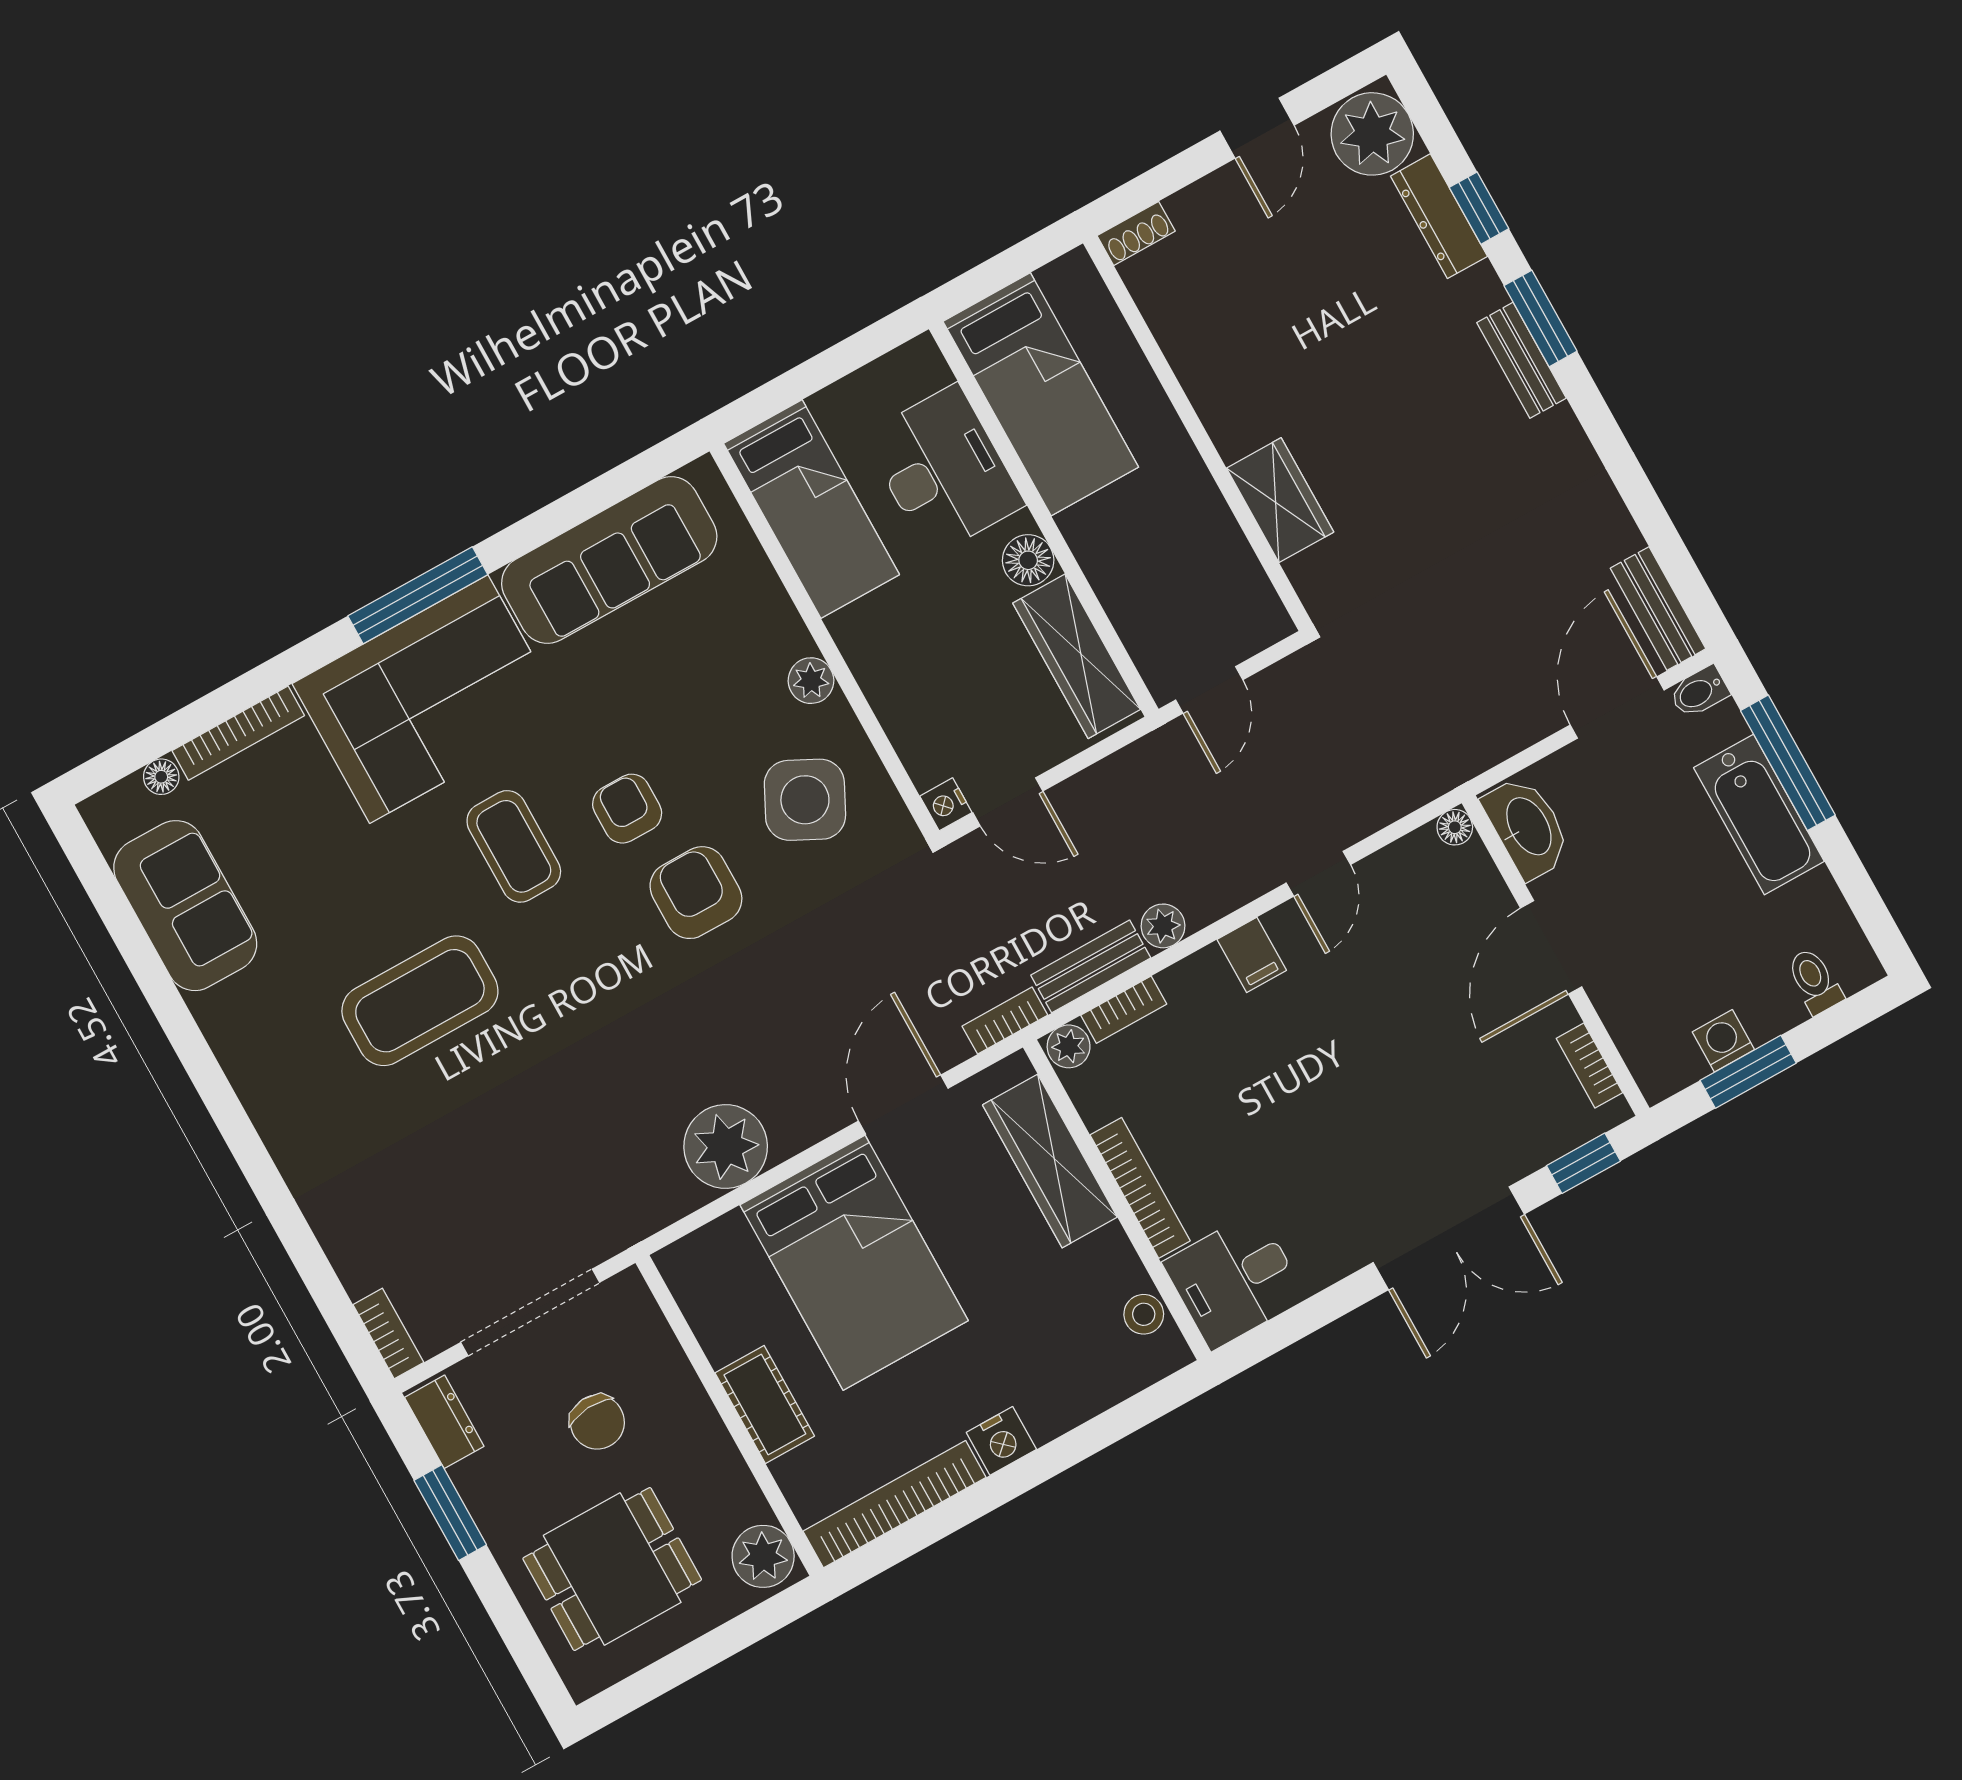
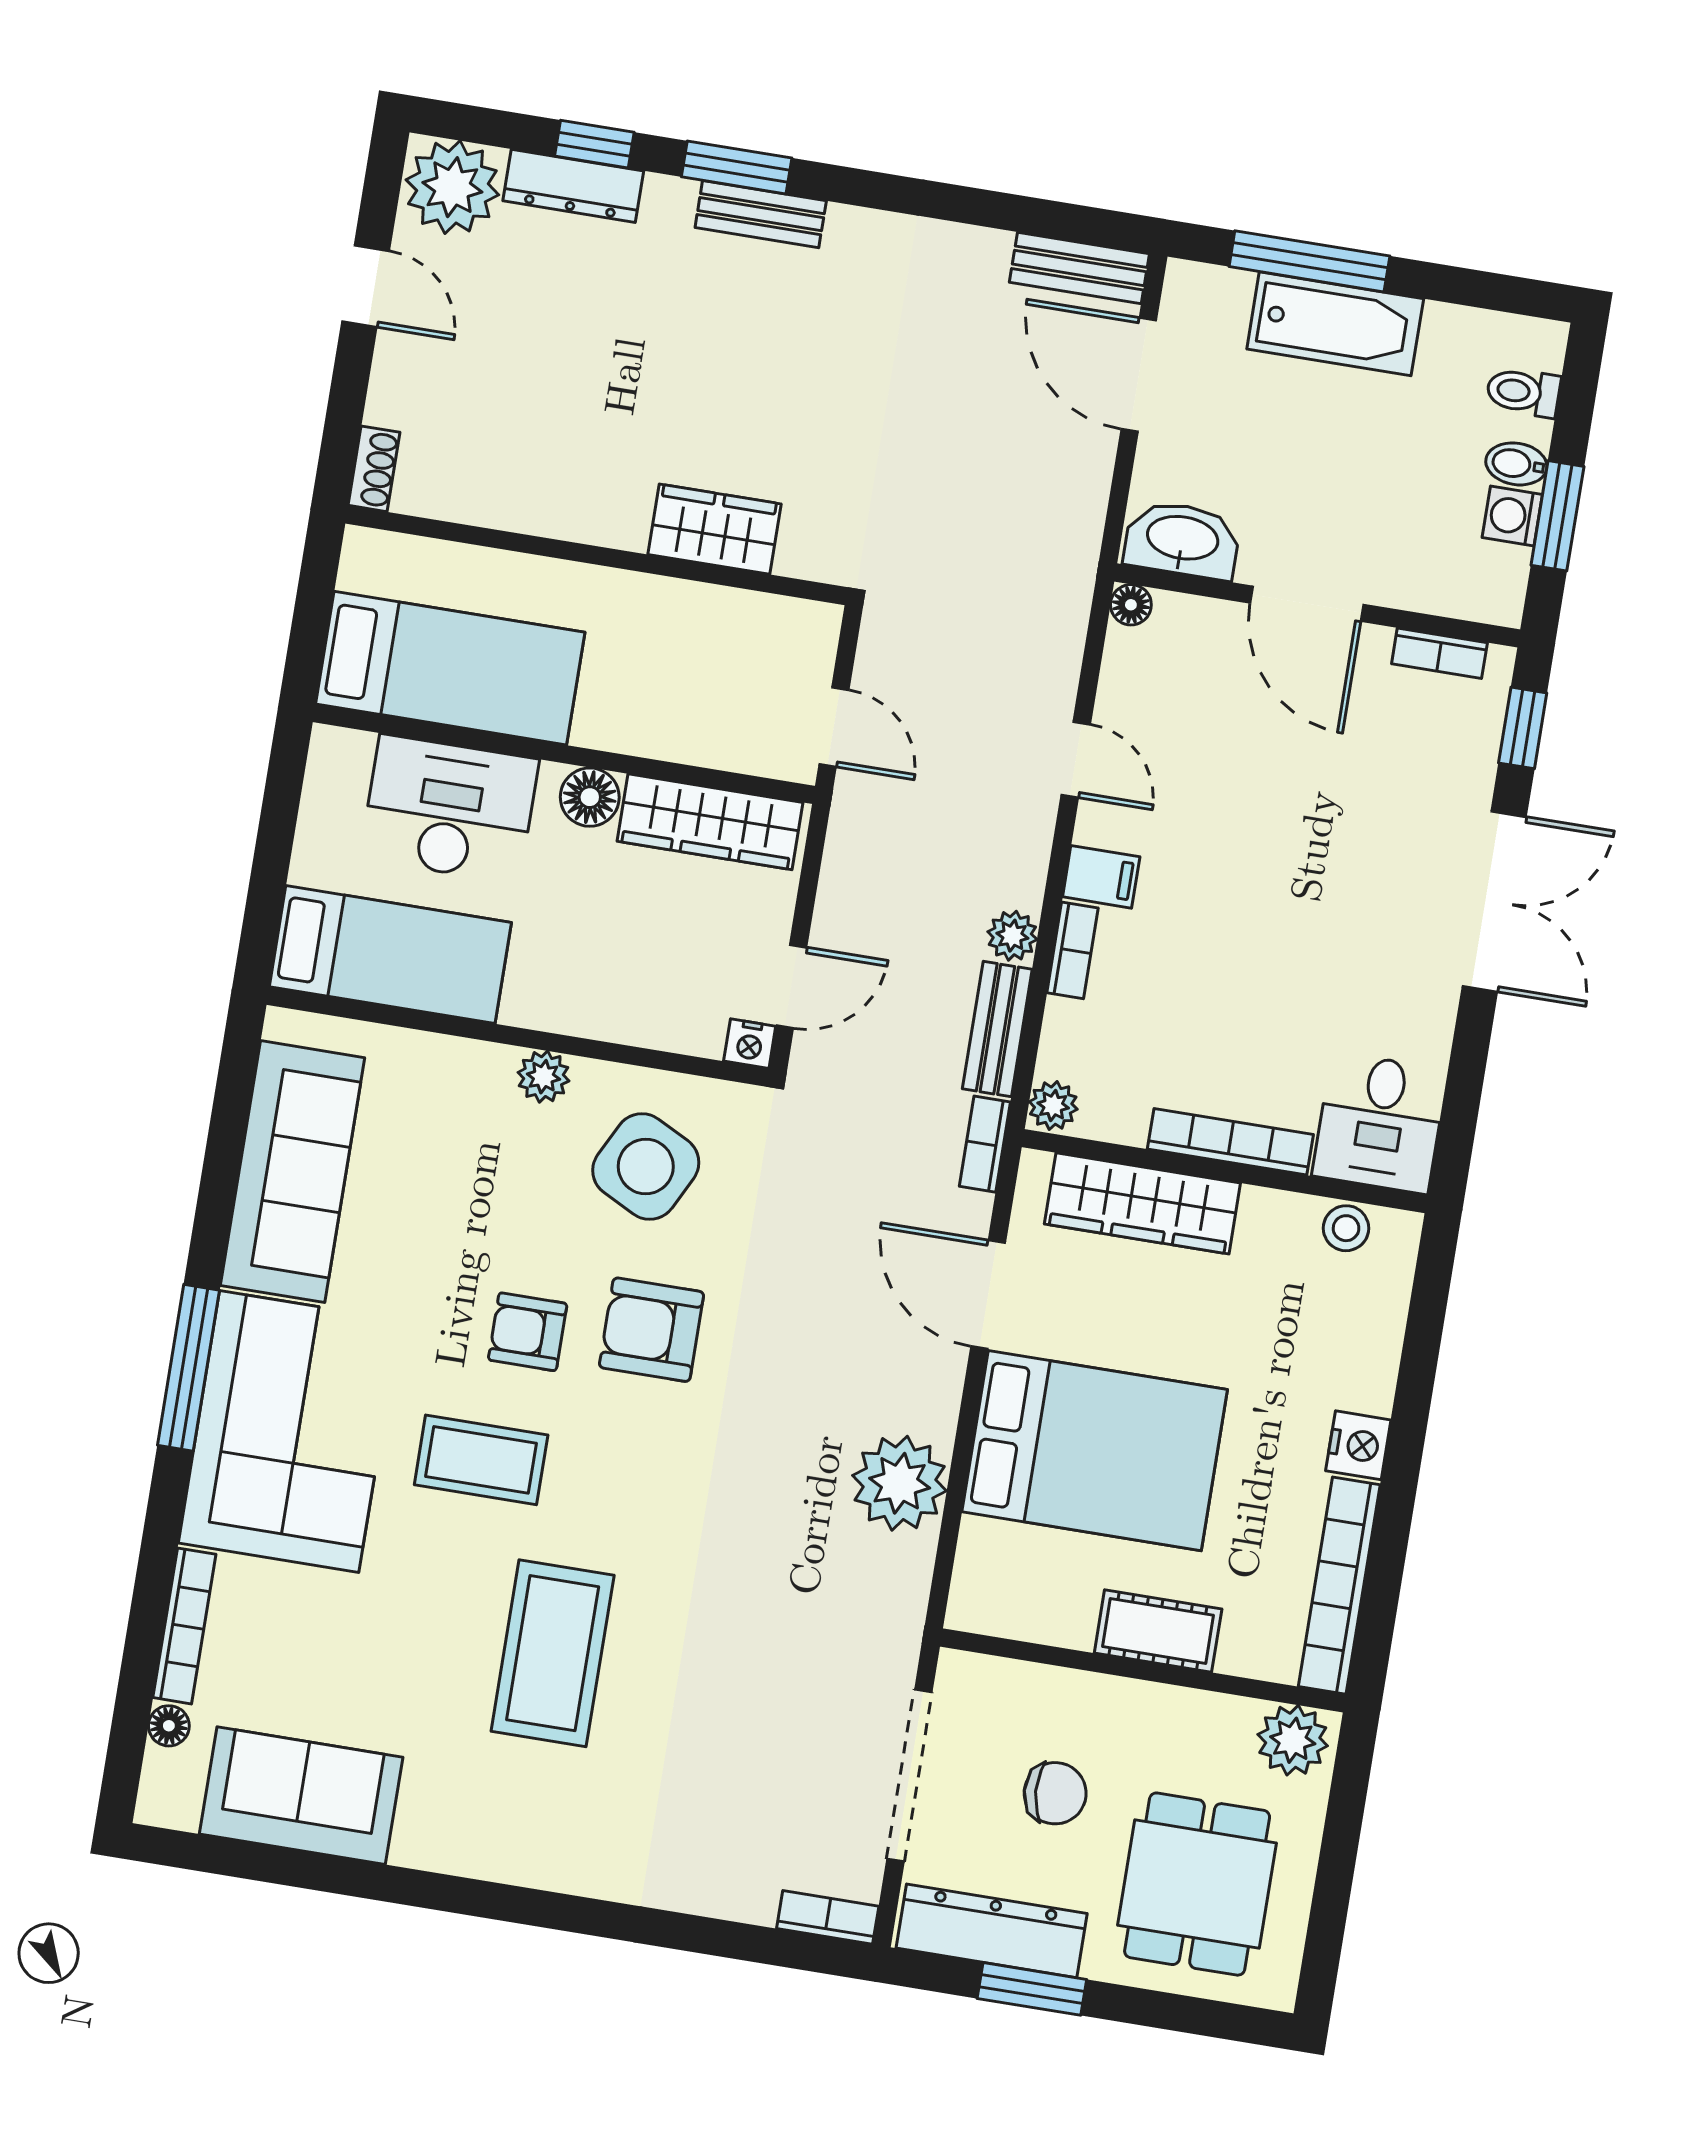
bidet: (1699, 692) -> (1516, 464), moved, turned 90
bookcase: (1124, 1010) -> (1073, 950), moved
dresser: (444, 1422) -> (992, 1931), width x1.96, depth x1.24

